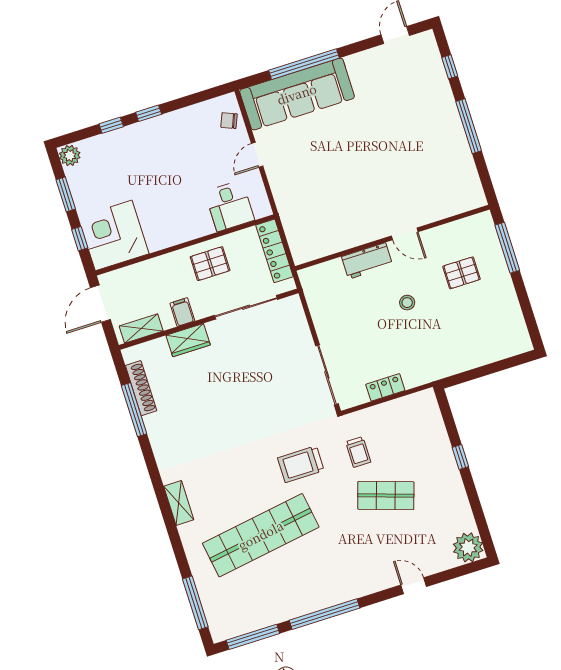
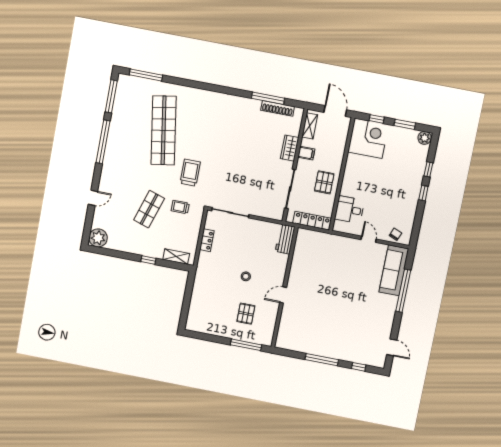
sofa: (297, 94) -> (394, 270), width x0.74, depth x0.79
workbench: (367, 261) -> (285, 239), moved
shelving: (179, 503) -> (176, 257), moved

